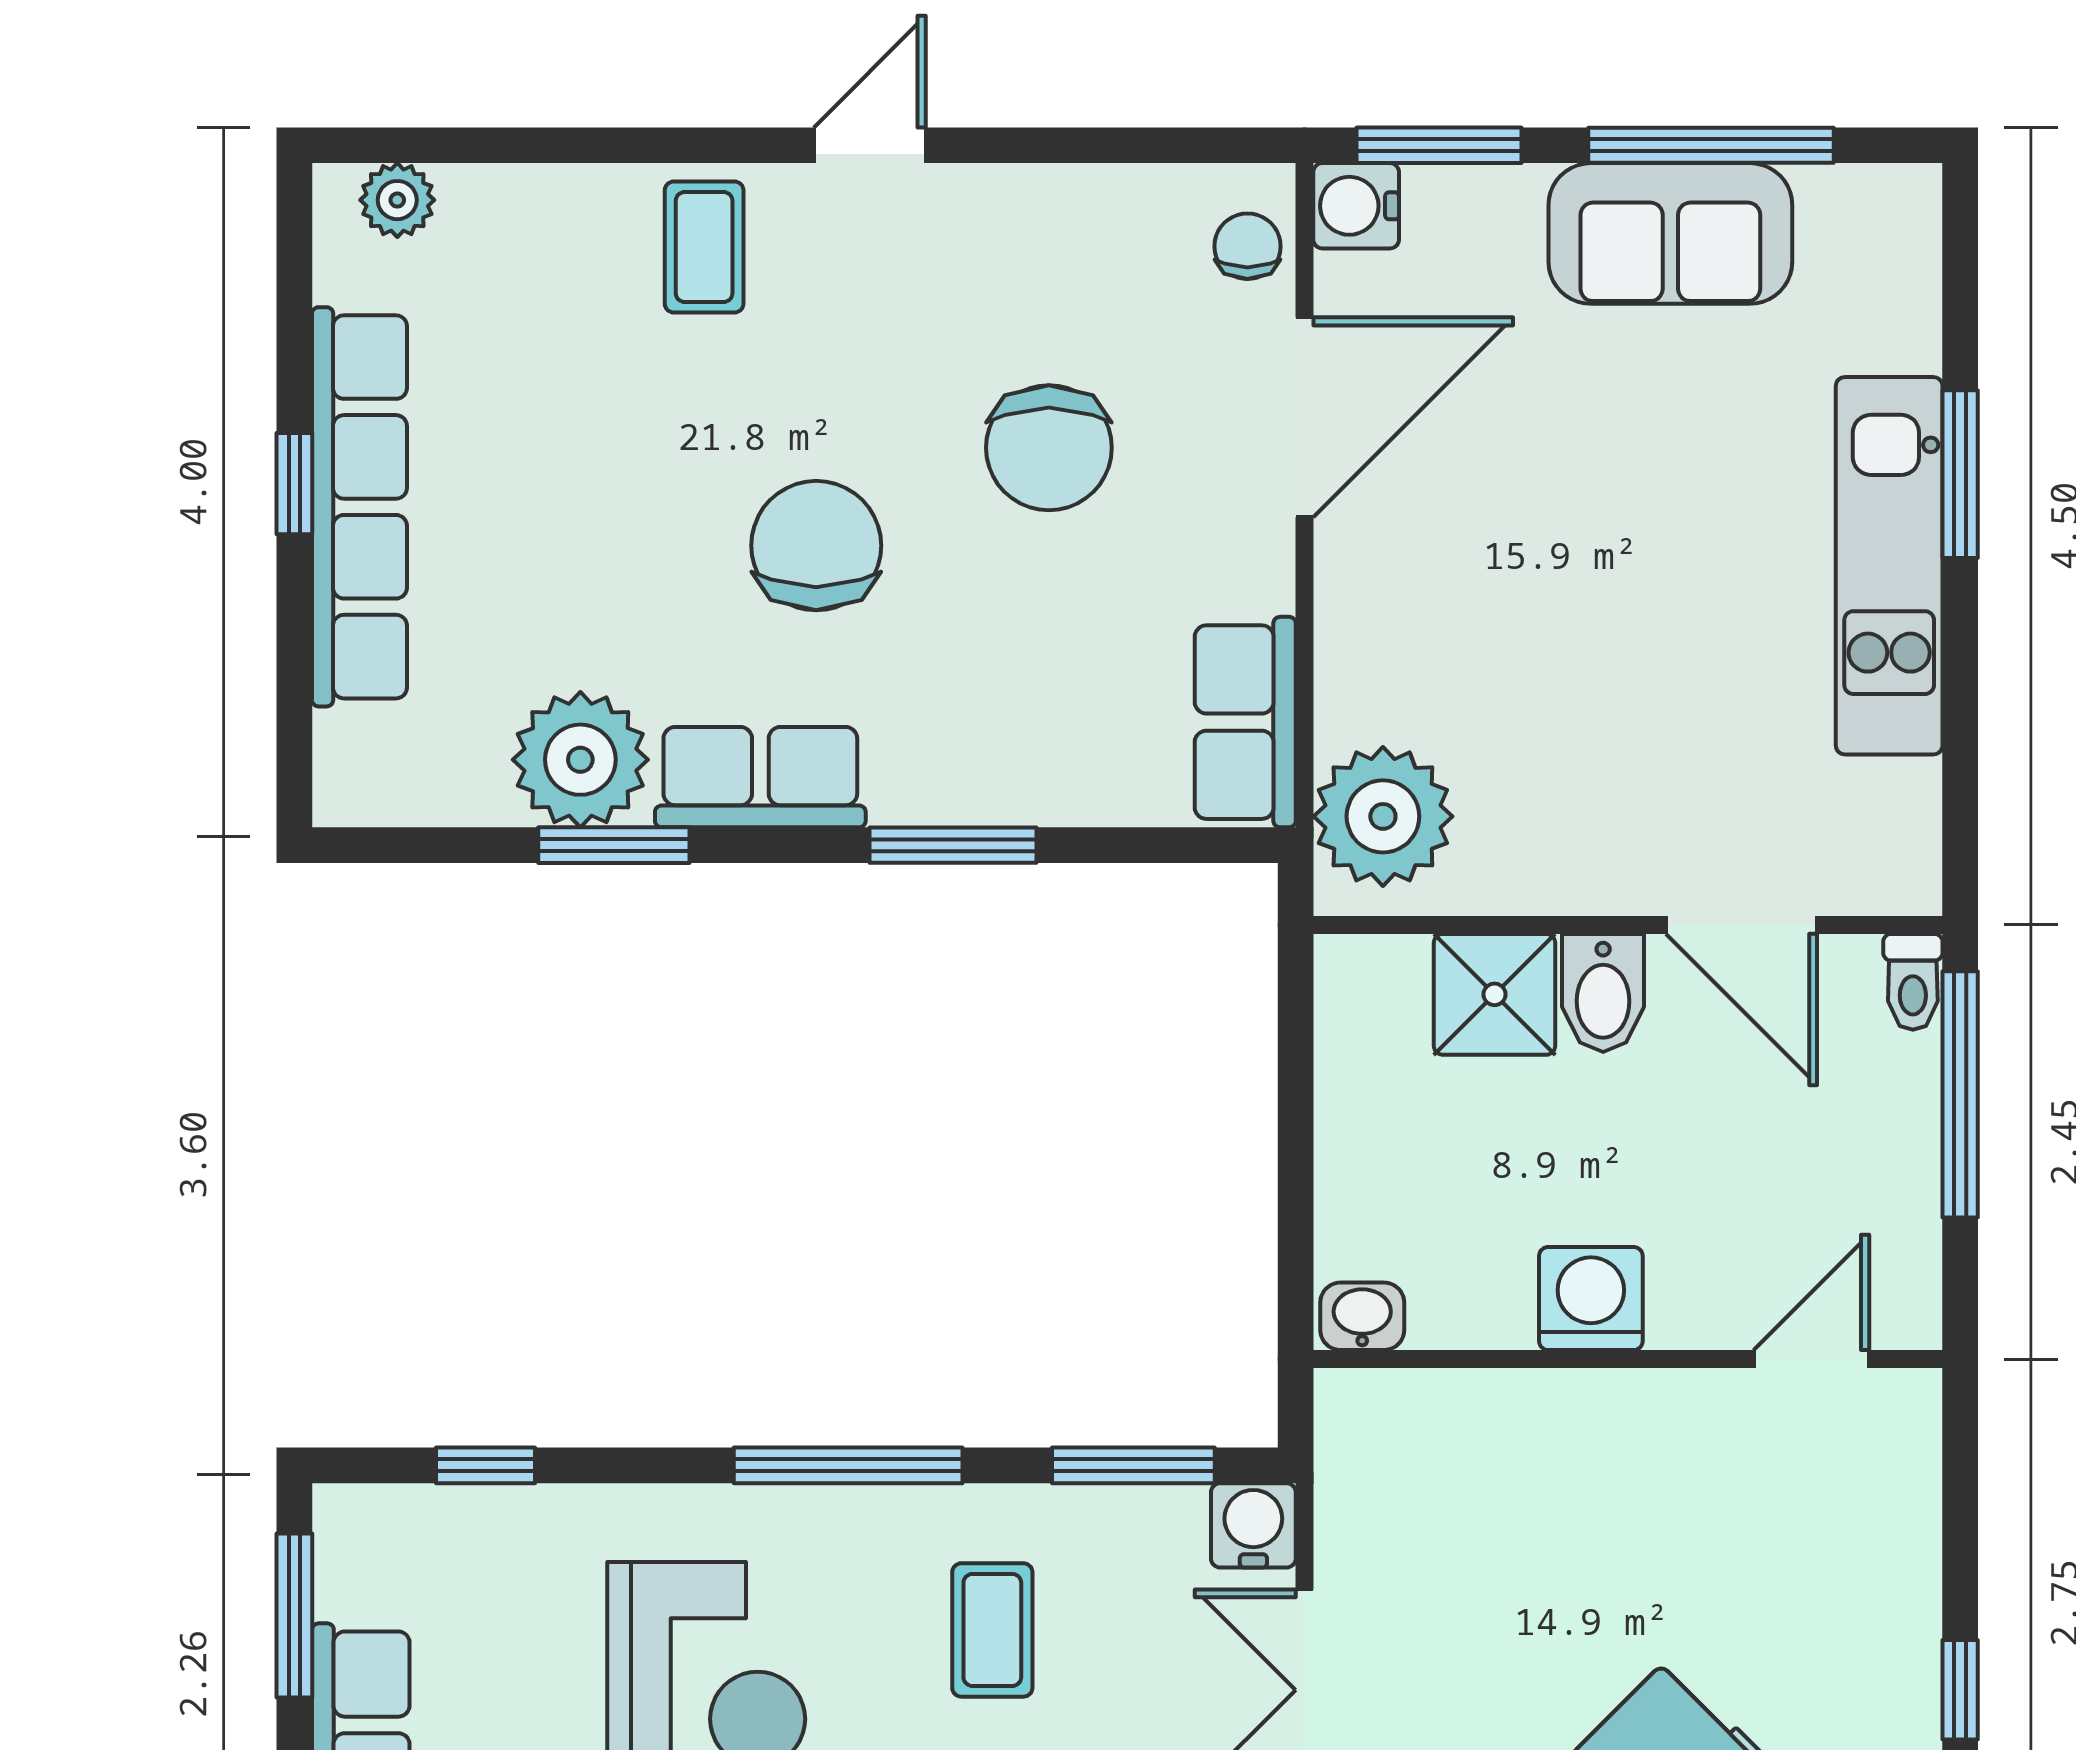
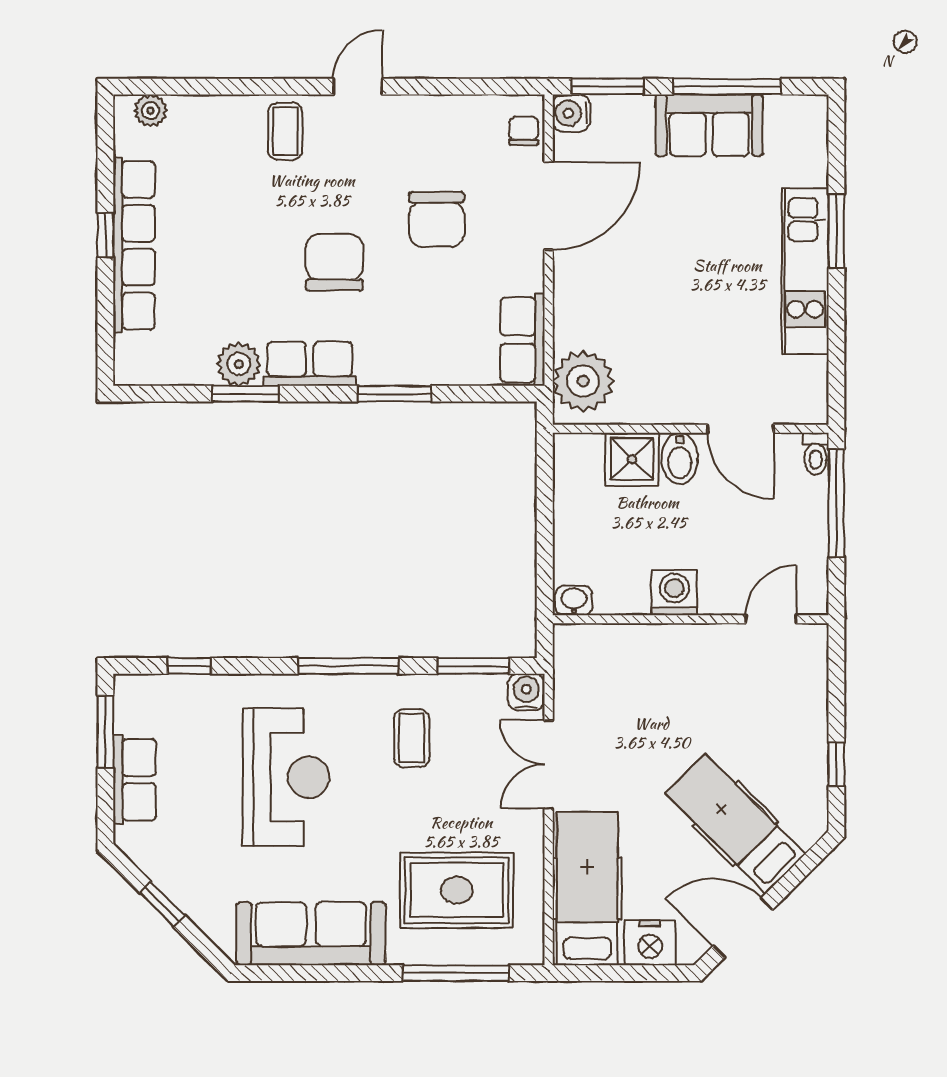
plant: (580, 760) -> (239, 364), width x0.73, depth x0.73

